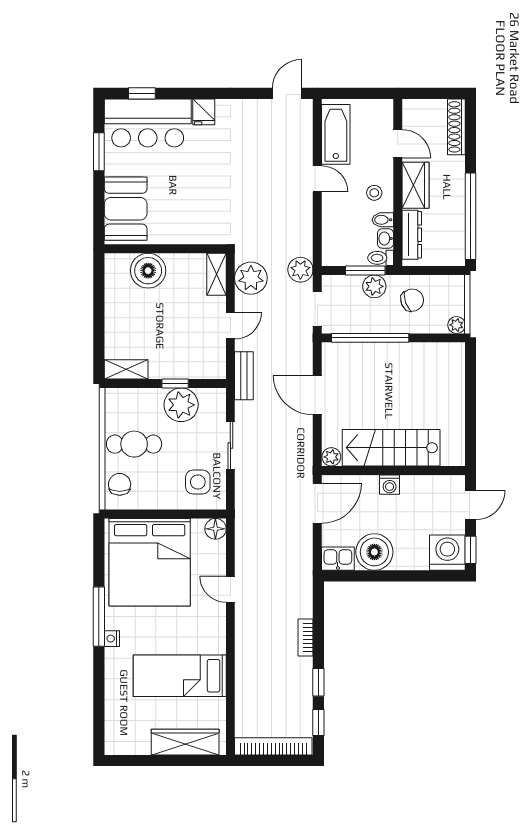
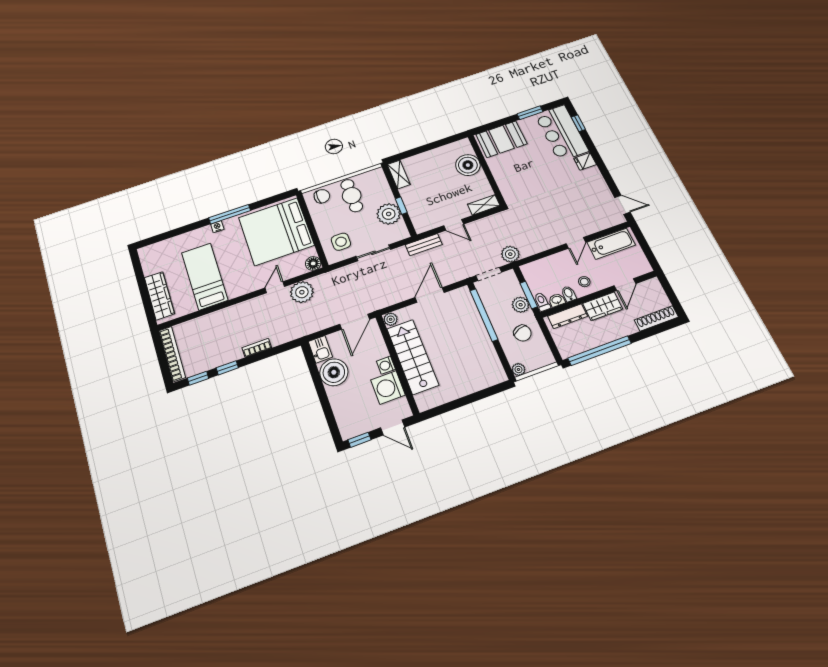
plant: (251, 278) -> (302, 292), moved
door: (317, 503) -> (355, 322), hinge flipped
washing machine: (447, 553) -> (388, 387), moved, turned 180

